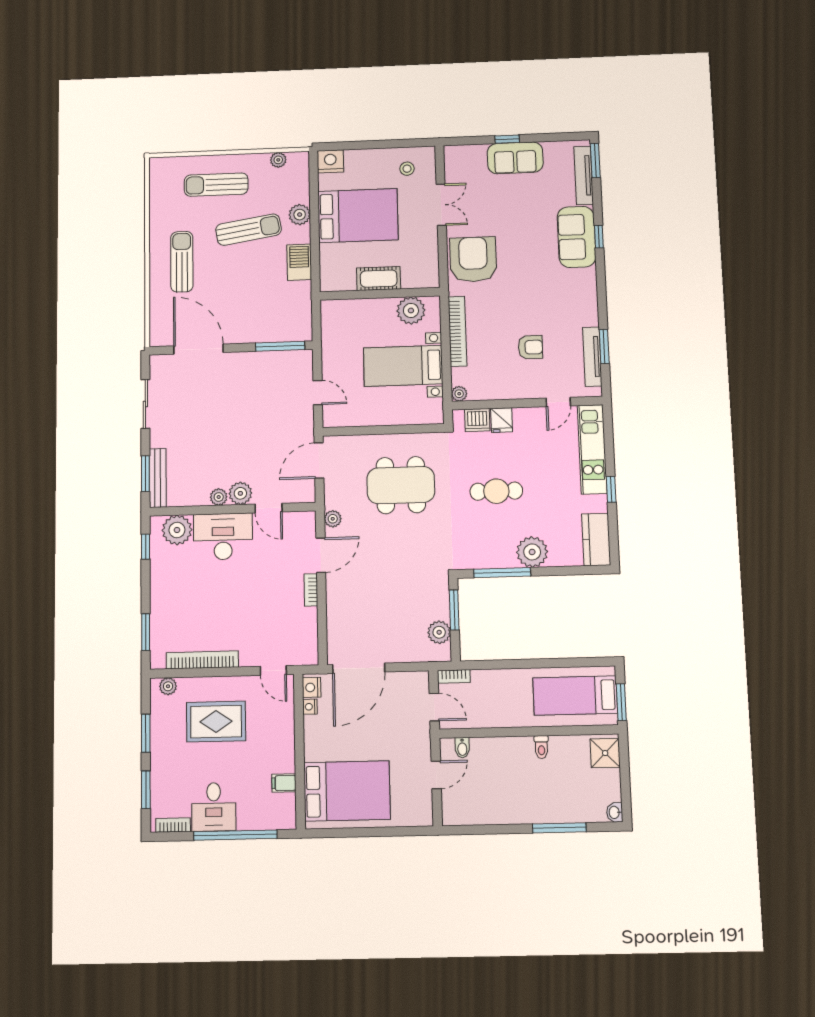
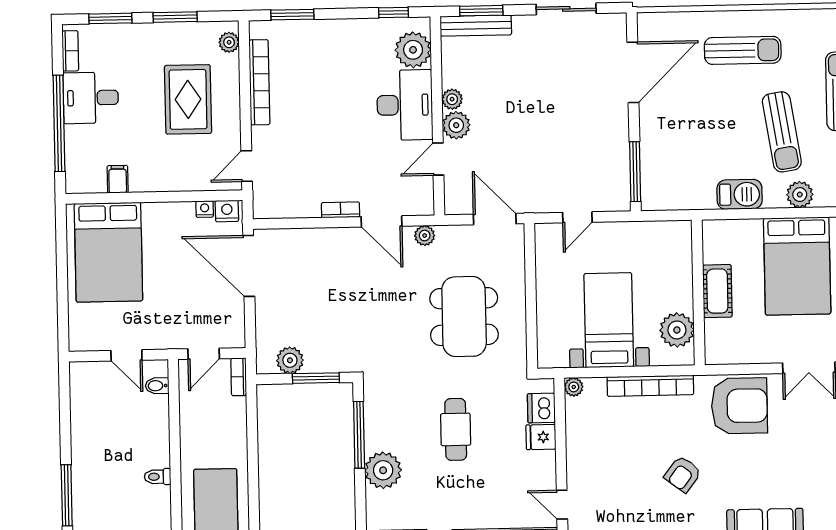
armchair: (530, 347) -> (683, 474), moved, turned 37

